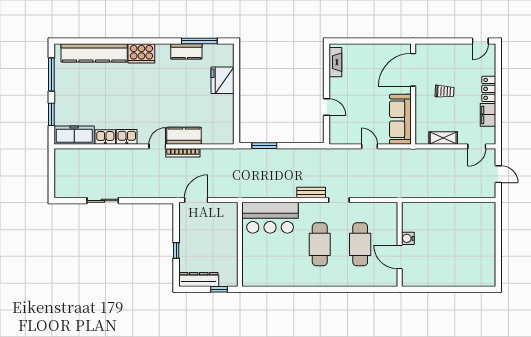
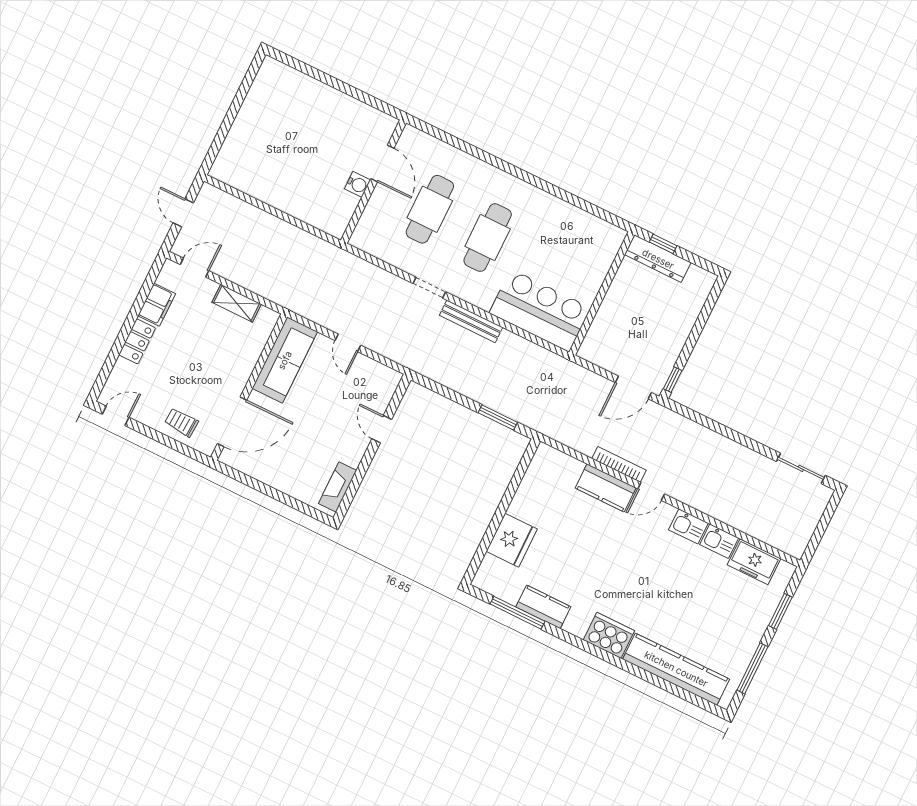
trolley: (444, 91) -> (181, 422), moved
freezer: (74, 135) -> (754, 562), width x0.71
bench: (311, 193) -> (471, 321), width x1.36
sliding door: (103, 201) -> (801, 468), moved
window: (176, 250) -> (673, 380), moved
dresser: (199, 279) -> (658, 259), moved

